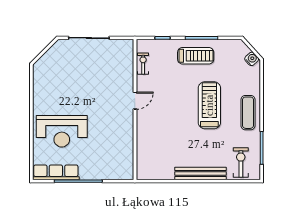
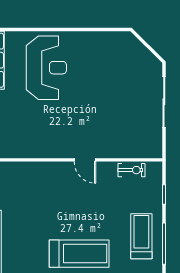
treadmill: (196, 56) -> (141, 236), turned 180
reception desk: (62, 131) -> (46, 68), turned 180

